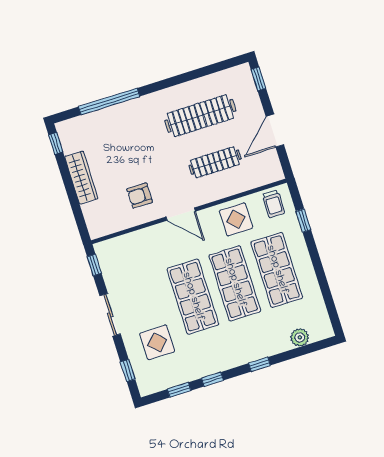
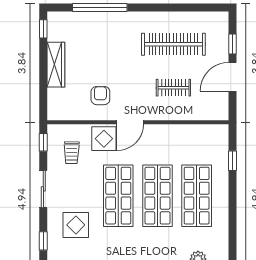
window: (258, 79) -> (233, 44), moved
clothes rail: (215, 162) -> (173, 88), width x0.73
armchair: (140, 196) -> (100, 96), turned 90
trolley: (273, 204) -> (72, 153), moved
door: (181, 214) -> (130, 122), hinge flipped
display table: (236, 219) -> (104, 139), moved

